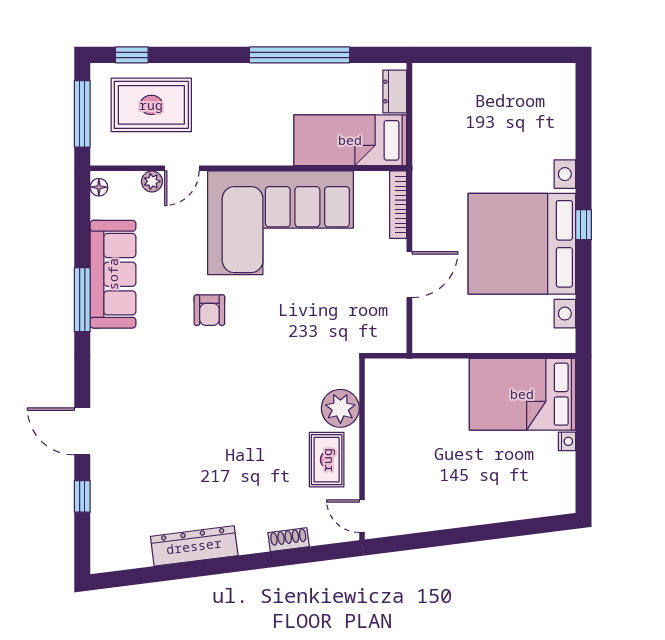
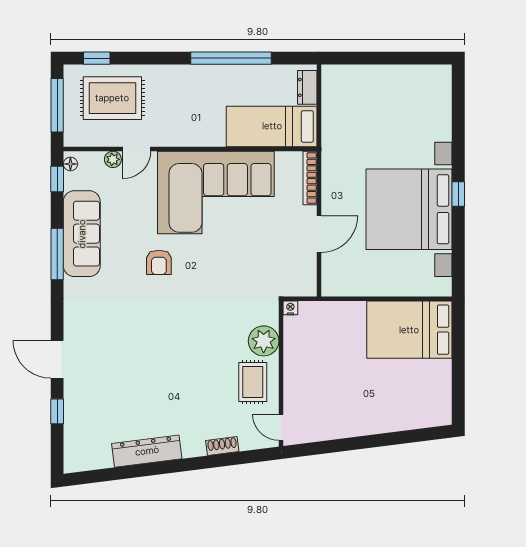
window: (82, 206) -> (57, 179), added
nightstand: (567, 441) -> (290, 308), moved, turned -90

